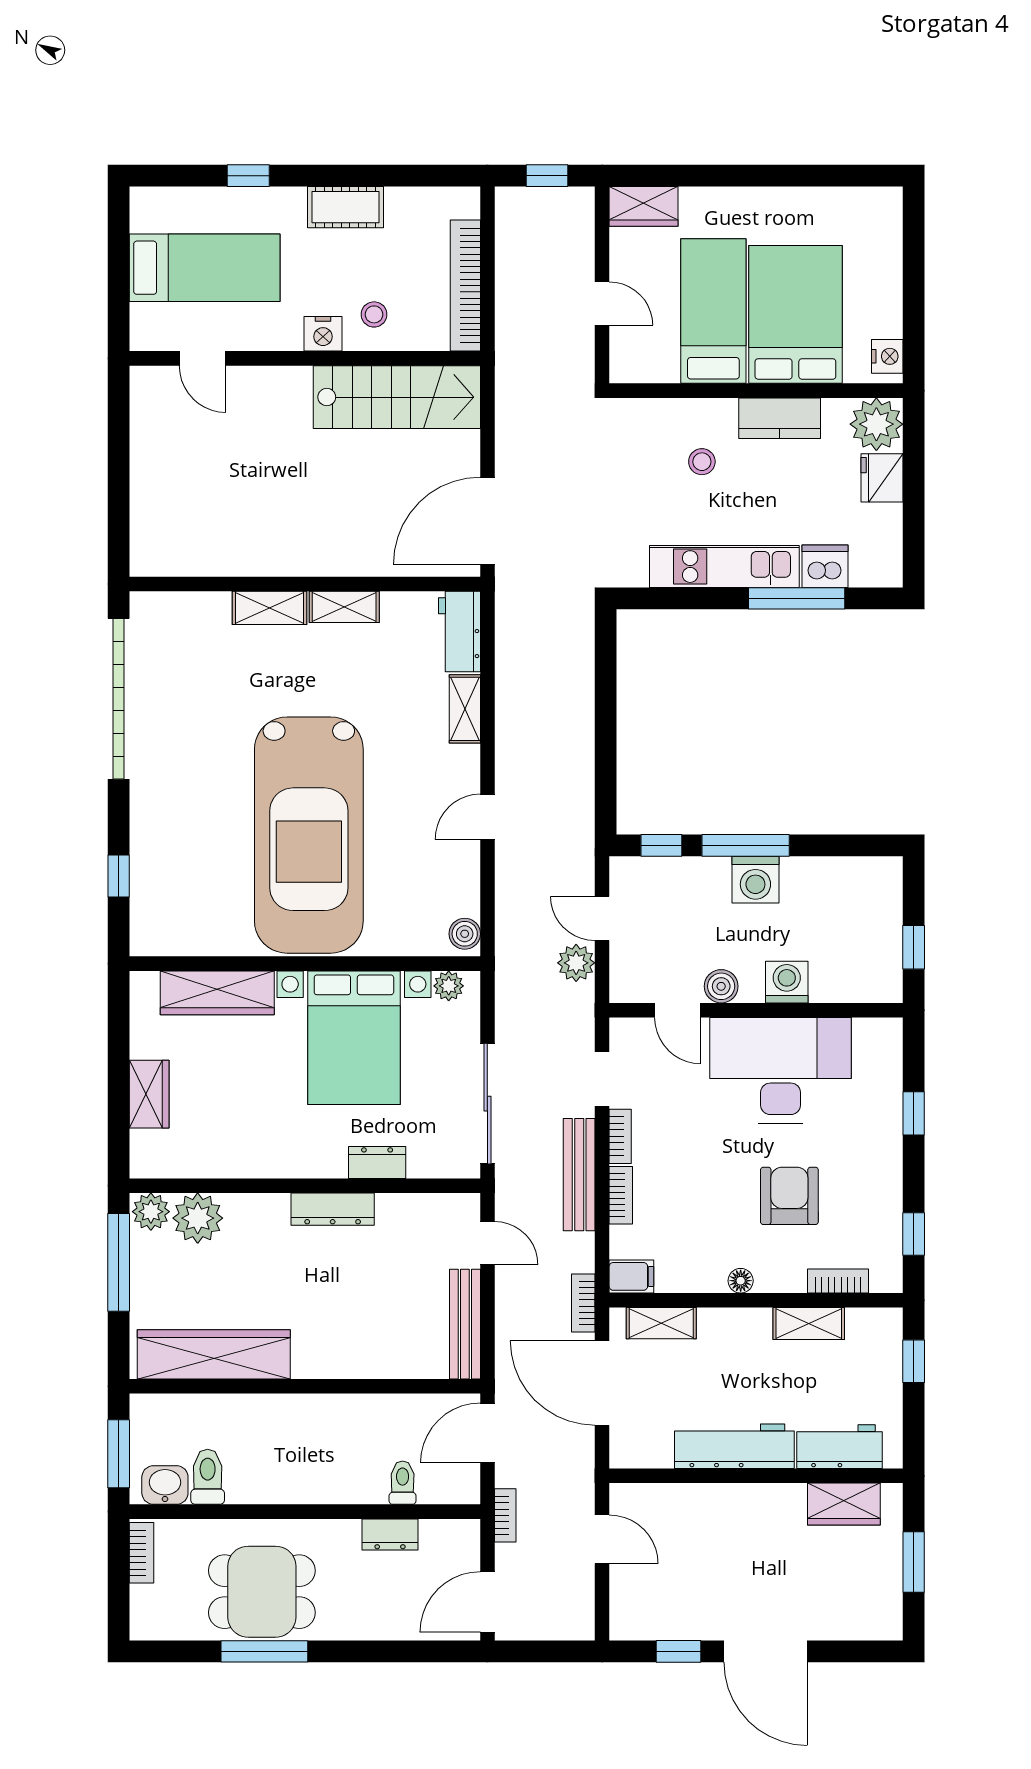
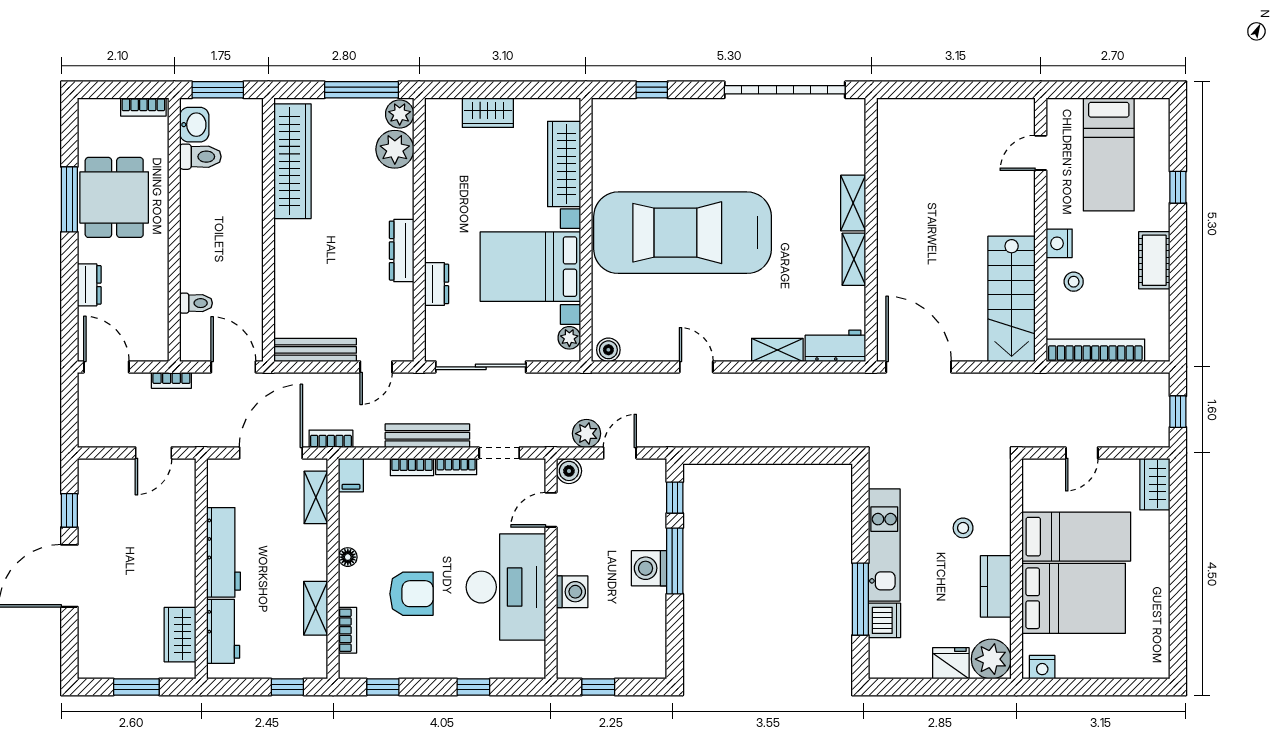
boiler: (721, 986) -> (569, 471), moved
dresser: (390, 1534) -> (89, 285), moved, turned 180

